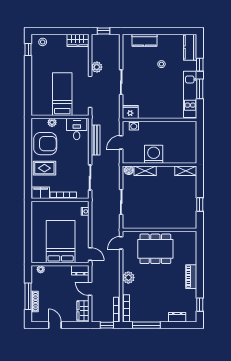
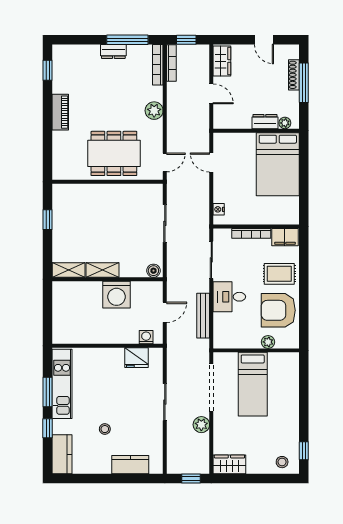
fridge: (130, 112) -> (136, 358), moved
desk: (77, 129) -> (229, 297), moved, turned 90
shelving: (145, 171) -> (102, 270), moved
bed: (61, 242) -> (278, 164), moved
door: (90, 254) -> (211, 163), moved
dresser: (80, 270) -> (265, 122), moved
dresser: (177, 317) -> (113, 51), moved

